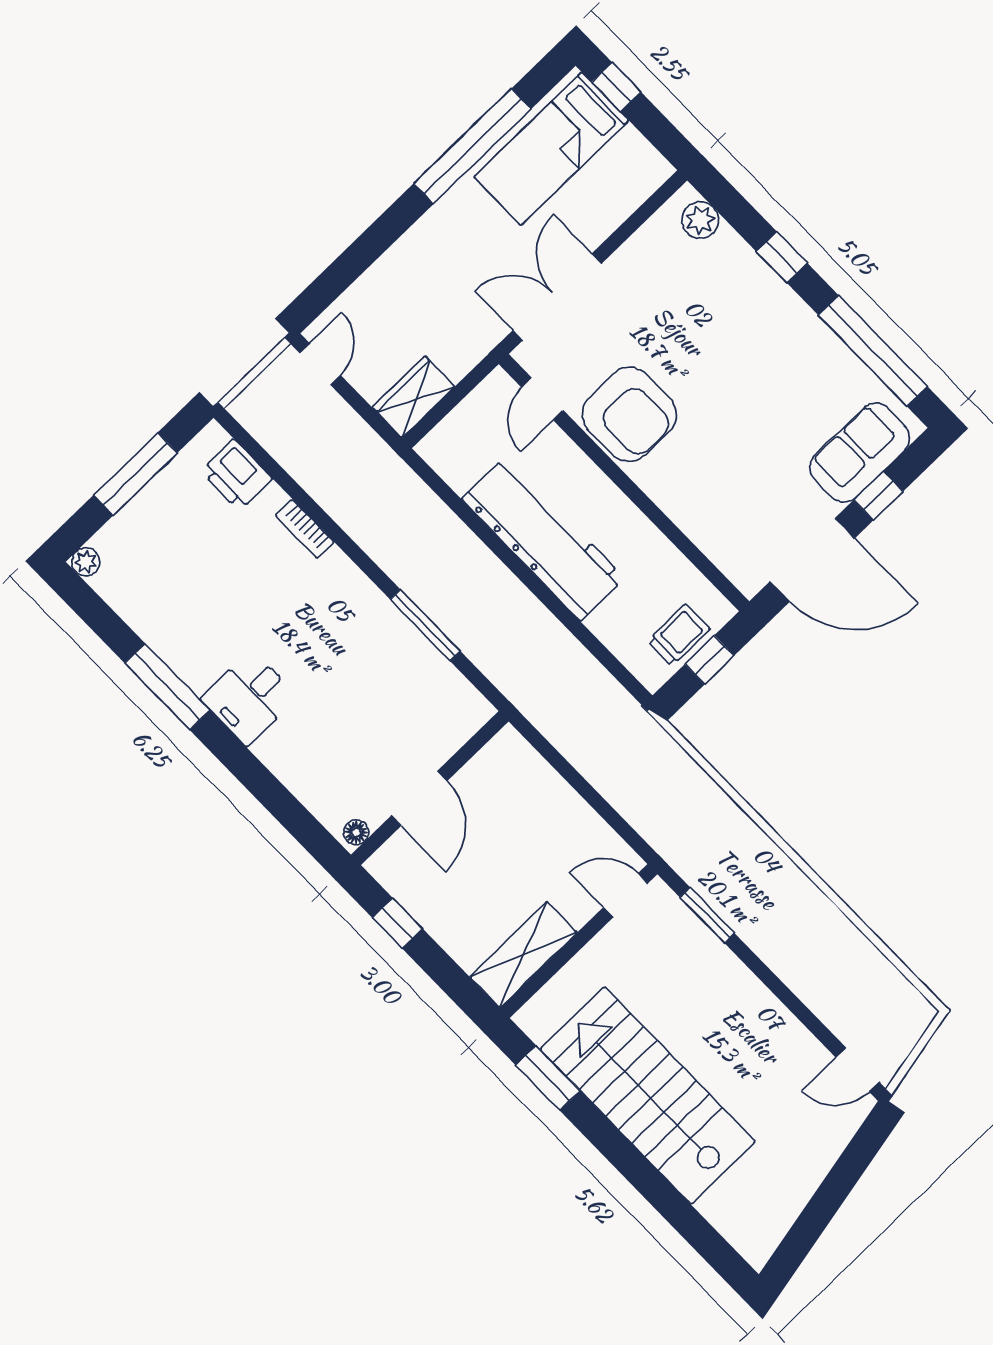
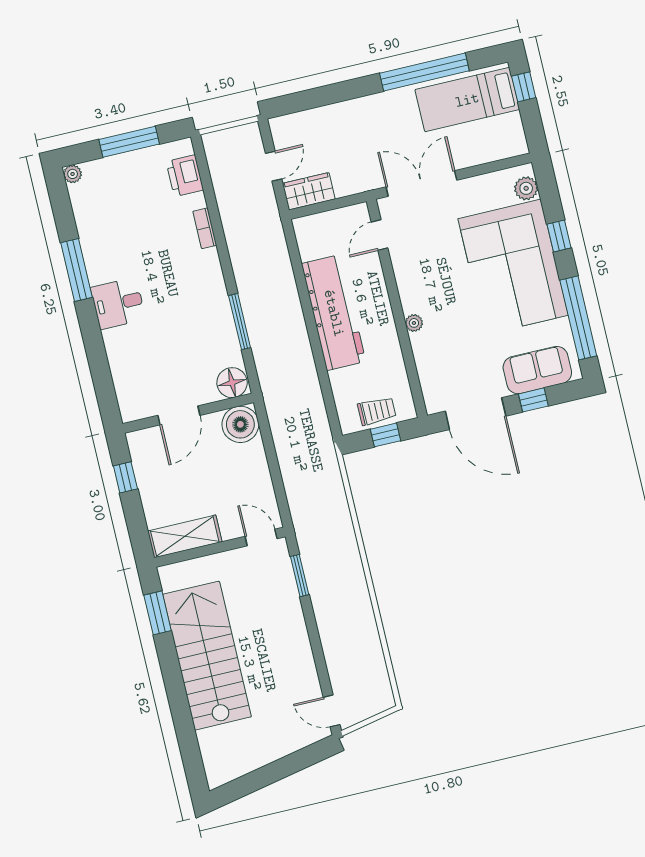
corner sofa: (745, 335) -> (513, 267), added
door: (320, 364) -> (274, 166), moved
armchair: (629, 414) -> (422, 272), removed
plant: (658, 488) -> (414, 323), added
boiler: (508, 761) -> (240, 424), added
floor lamp: (356, 832) -> (232, 383), moved, width x1.89, depth x1.89

